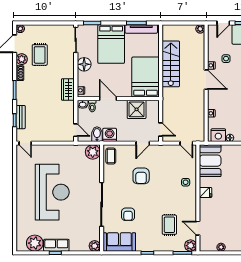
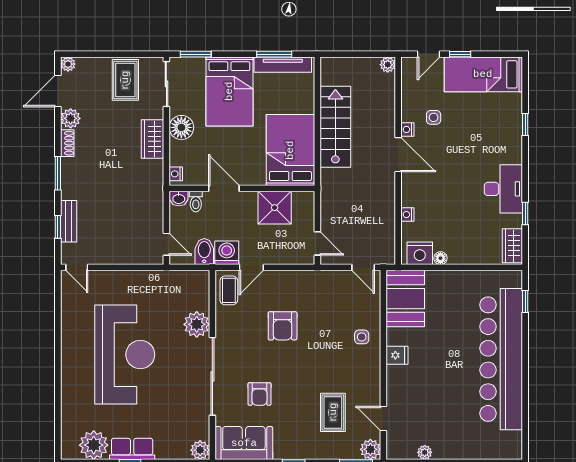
rug: (40, 55) -> (125, 80), moved
wardrobe: (68, 89) -> (153, 139), moved
door: (143, 143) -> (251, 267), moved
plant: (93, 152) -> (197, 324), moved

